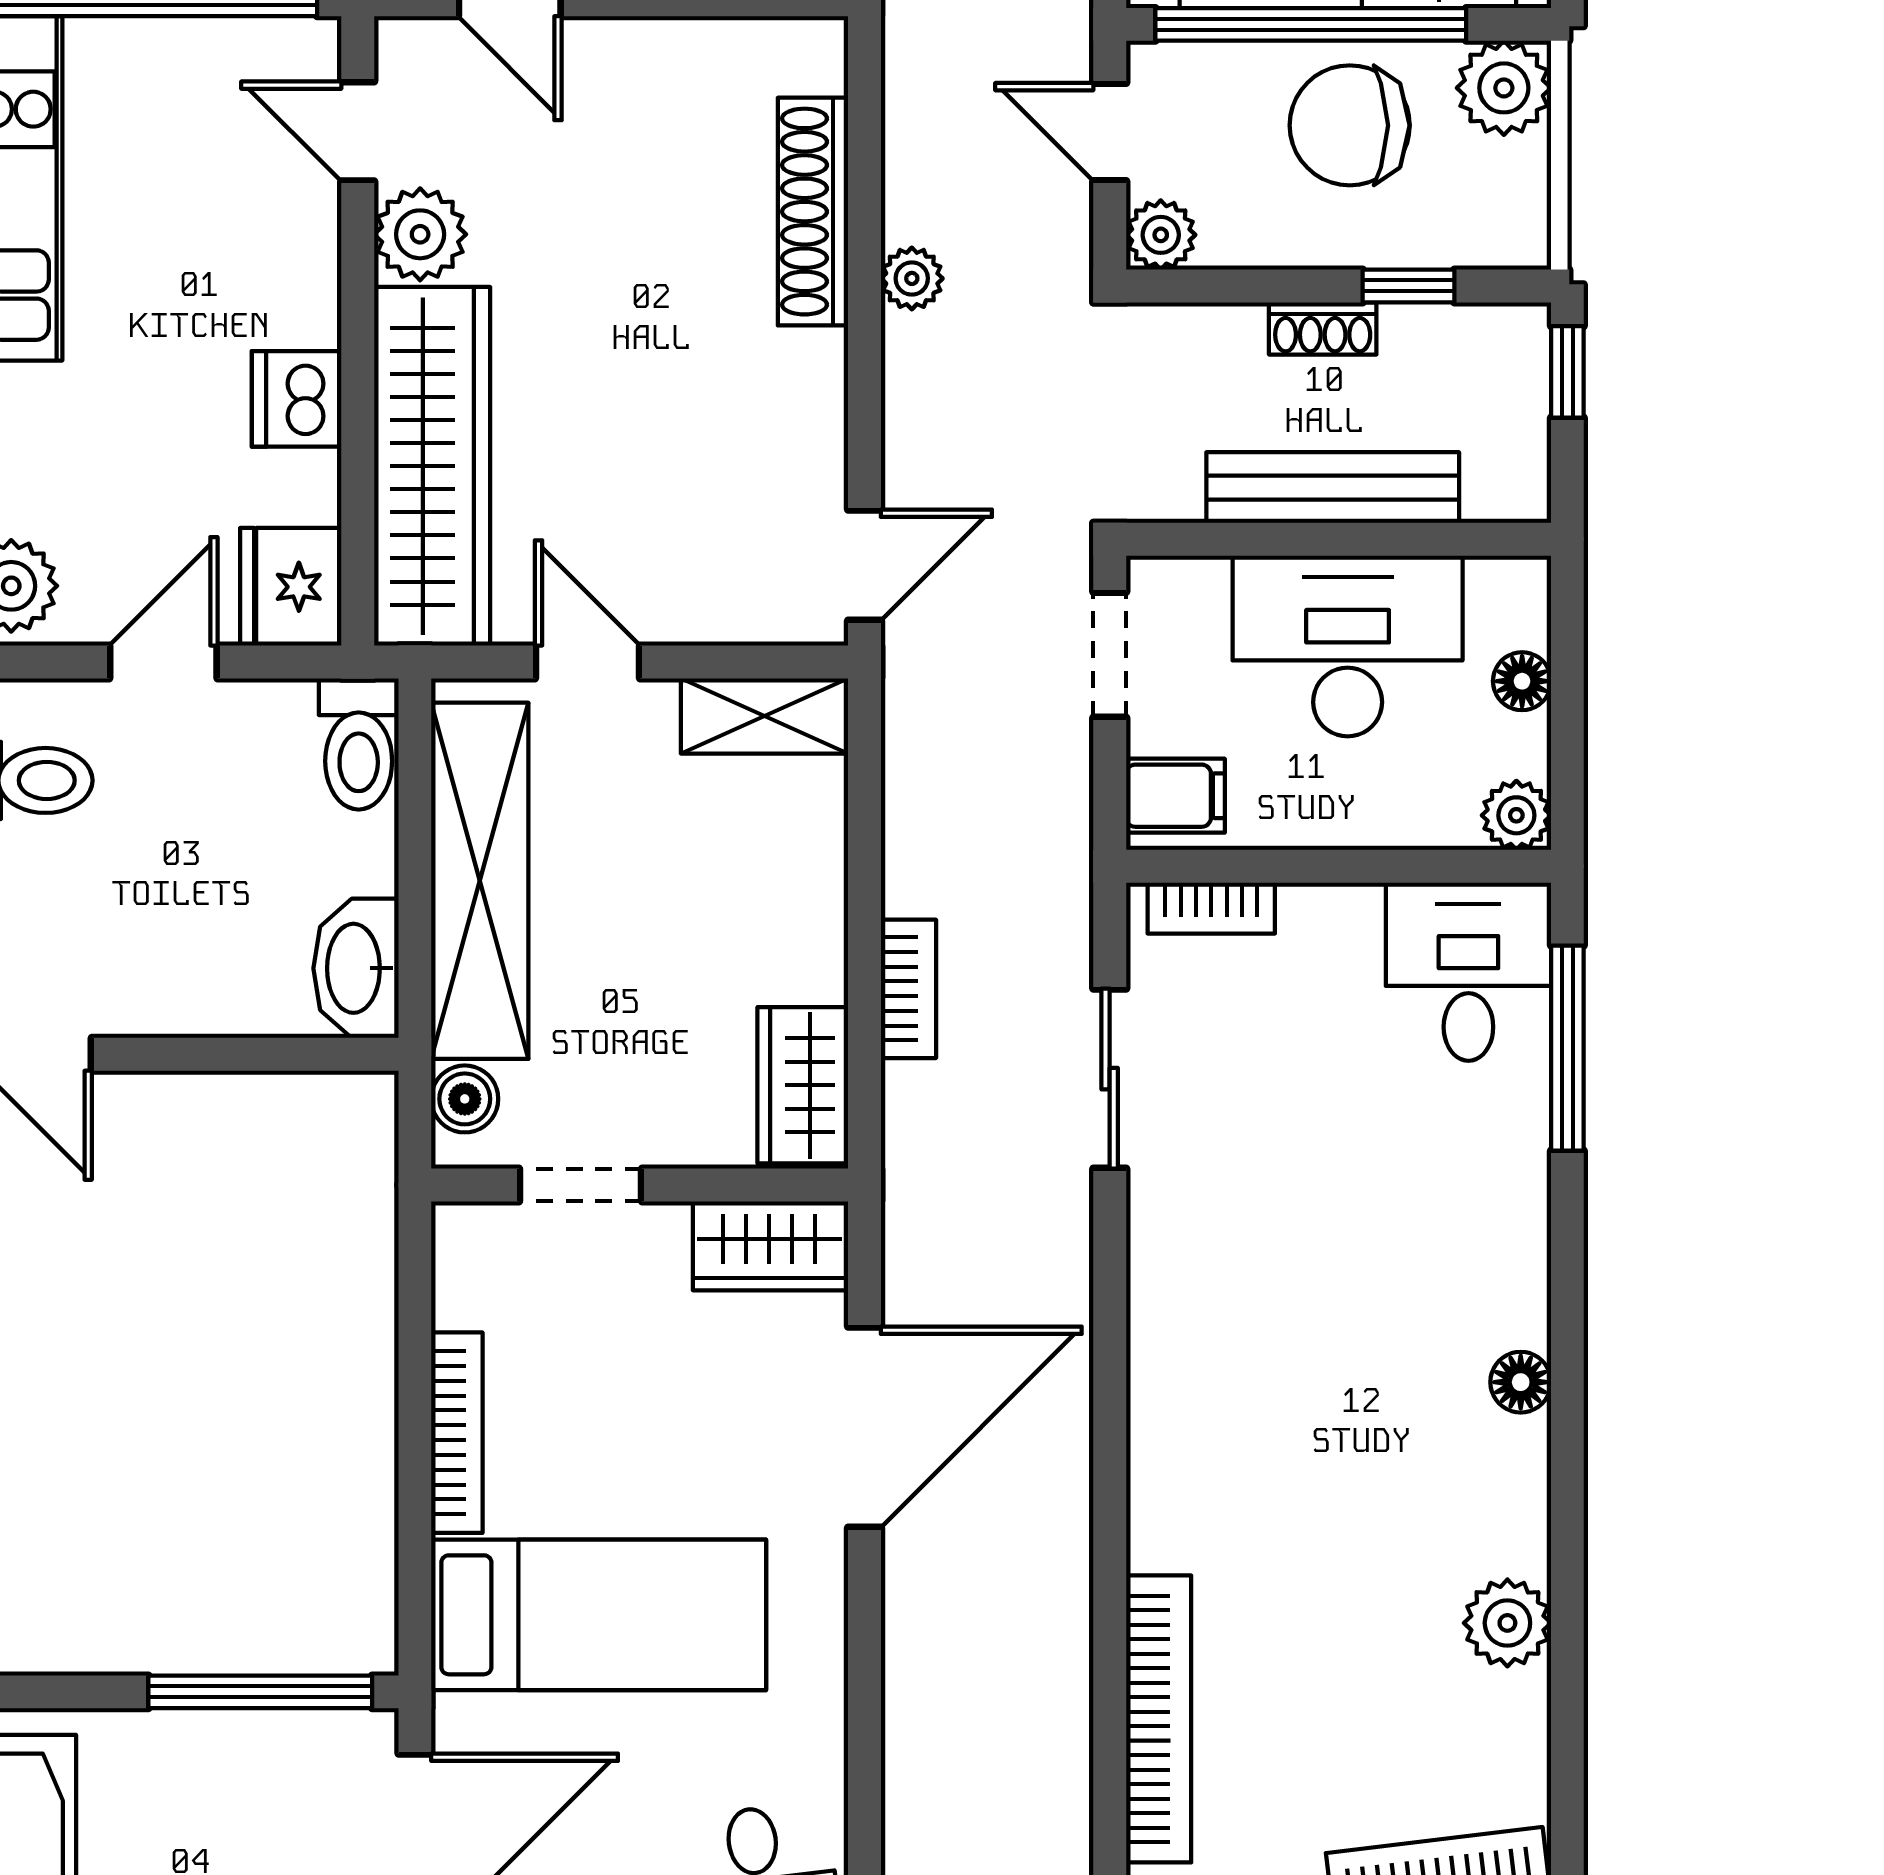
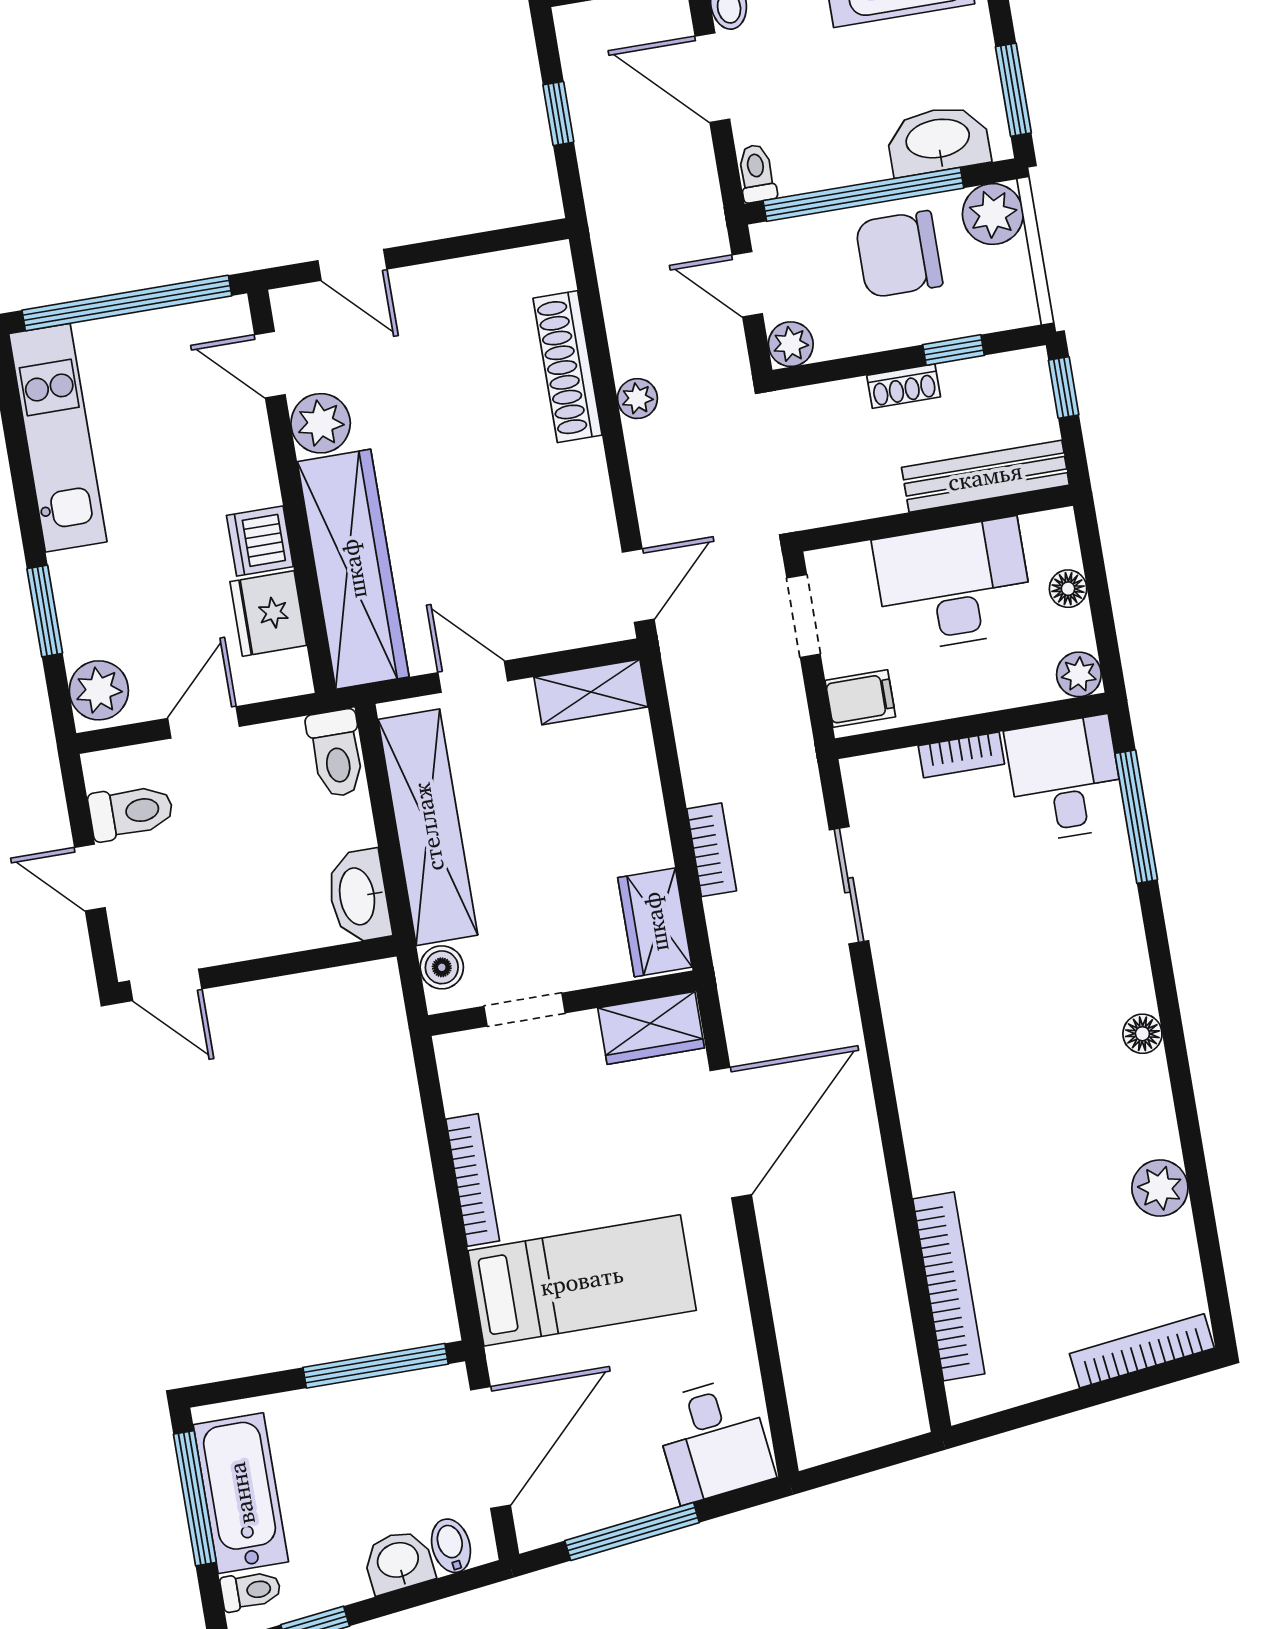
bench: (1333, 488) -> (985, 476), moved
fridge: (291, 587) -> (268, 614), moved
bookcase: (1211, 908) -> (961, 755), moved

